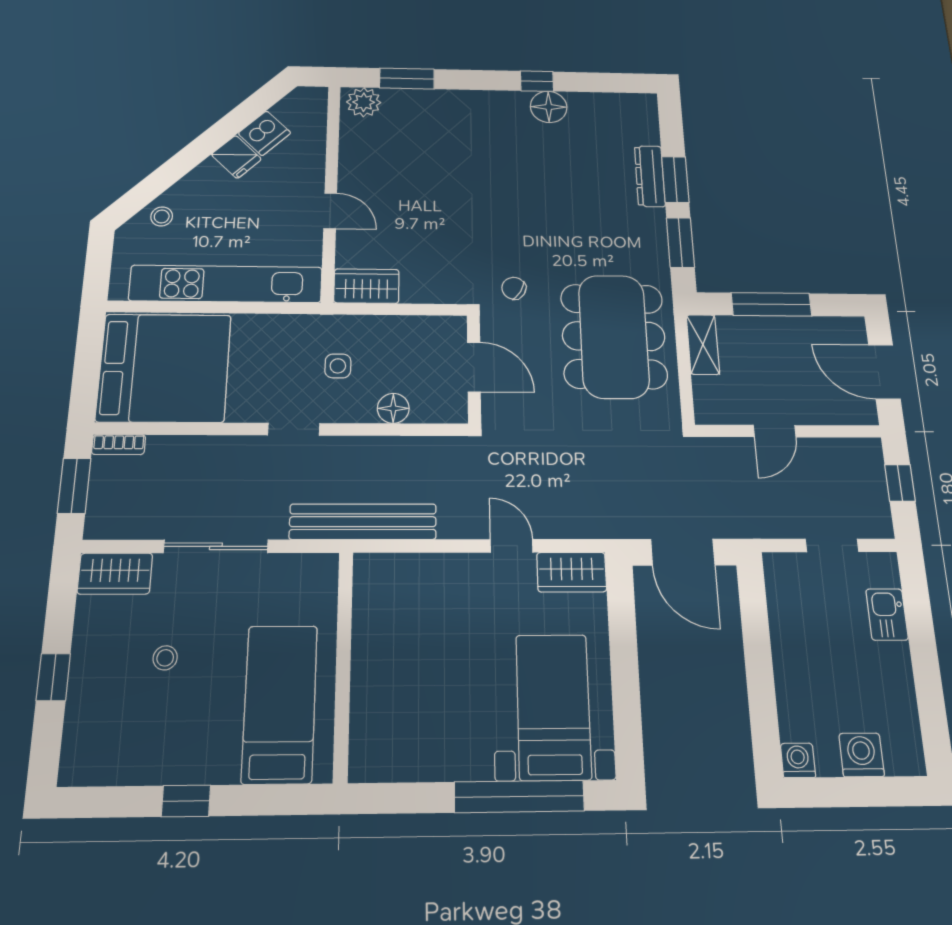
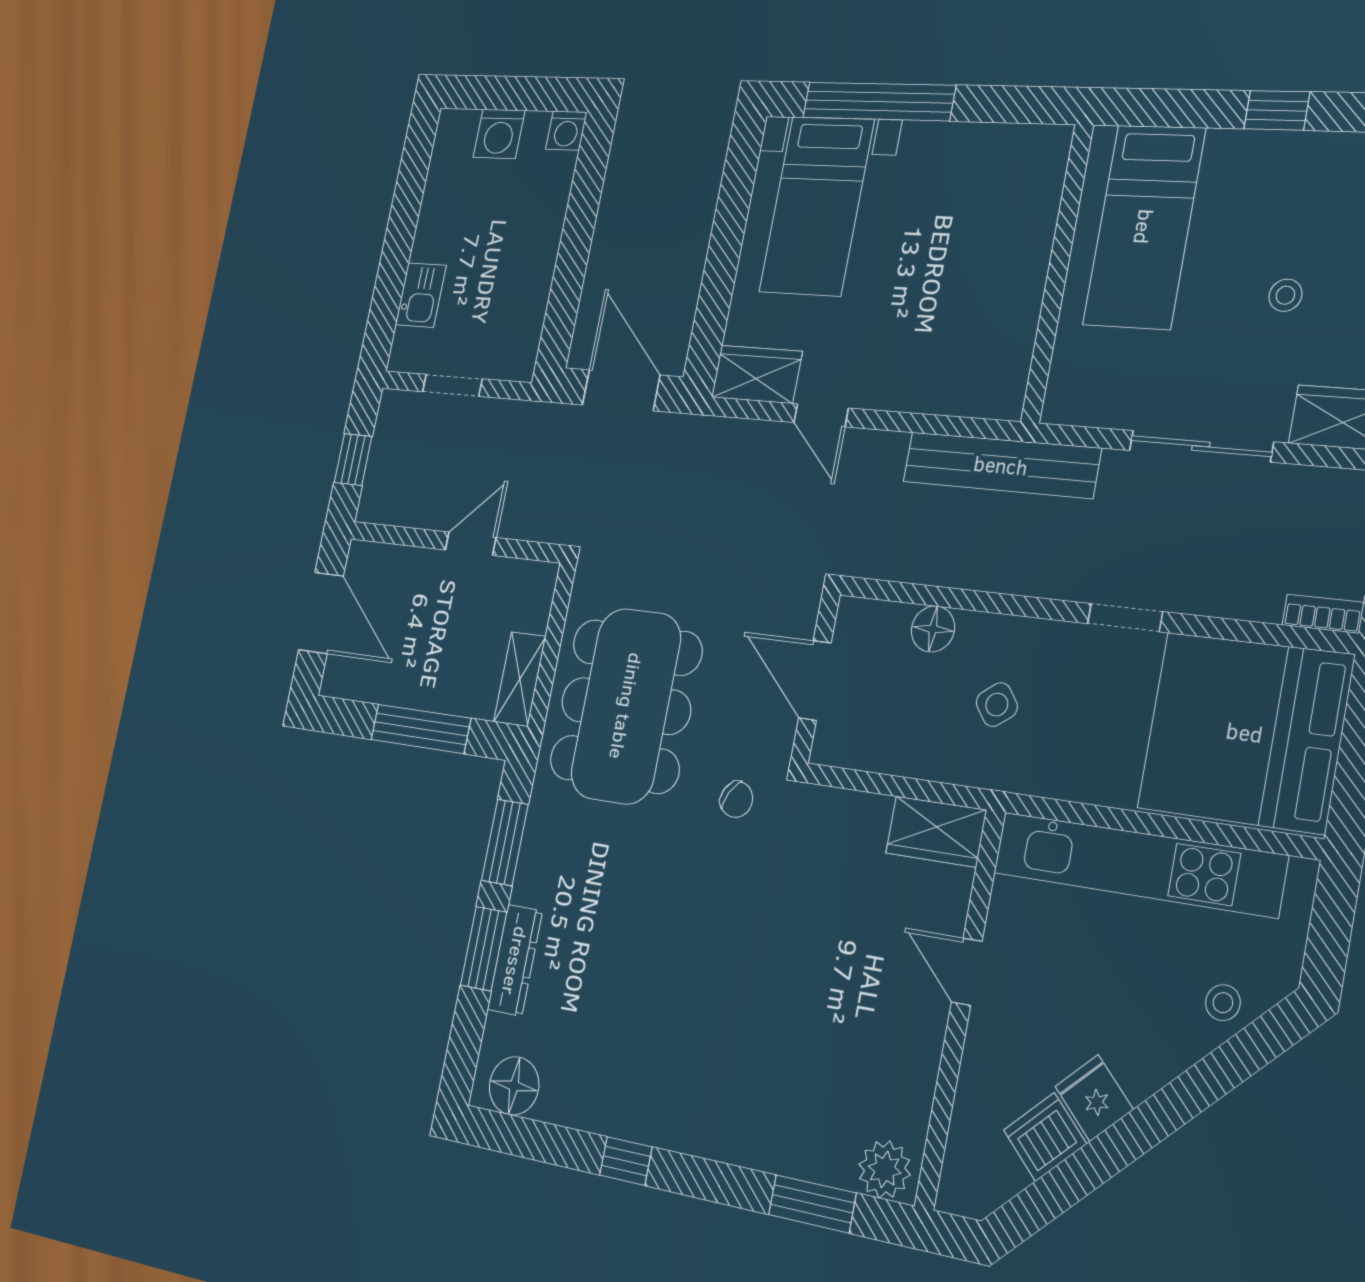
floor lamp: (549, 107) -> (514, 1086), moved
side table: (338, 366) -> (997, 705), turned -37
doorway: (294, 429) -> (1125, 618), moved

